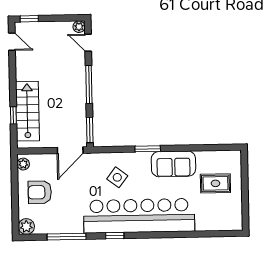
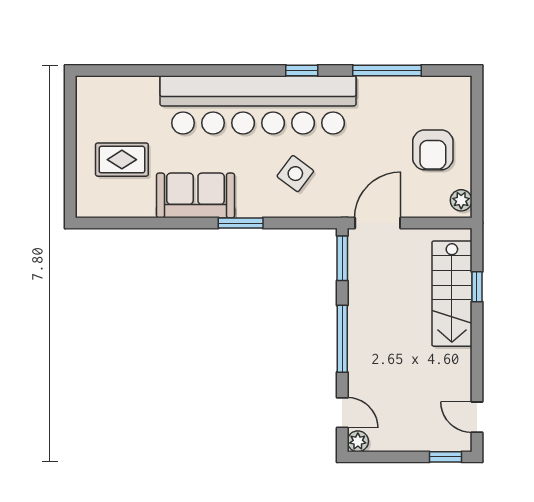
armchair: (40, 192) -> (433, 150), turned 90
plant: (26, 227) -> (458, 90), removed

